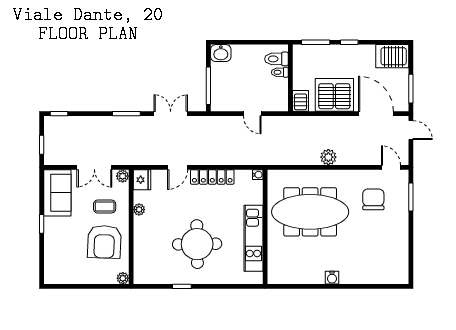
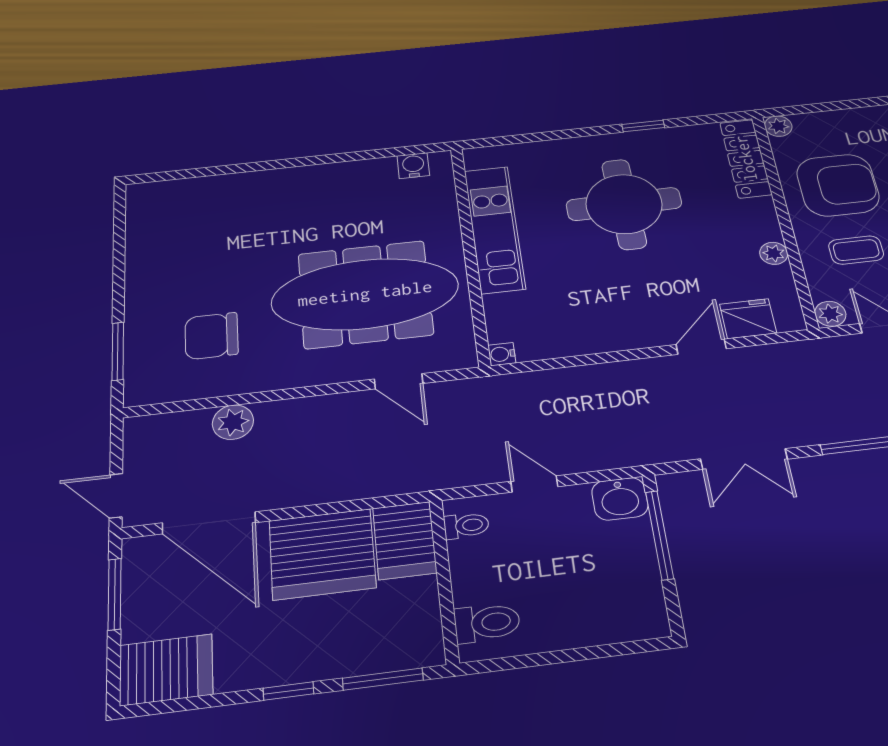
washbasin: (221, 53) -> (620, 499), moved, turned 180
toilet: (280, 72) -> (466, 526), moved
server rack: (300, 101) -> (405, 540), width x1.36, depth x1.44
plant: (328, 157) -> (233, 422), moved
door: (391, 167) -> (399, 381), moved
locker: (212, 177) -> (746, 158), moved, turned -90
fridge: (142, 180) -> (748, 319), moved, turned 90
chair: (373, 199) -> (211, 336), turned 90
armchair: (104, 242) -> (838, 185), turned 88
water cooler: (332, 278) -> (413, 166), moved

